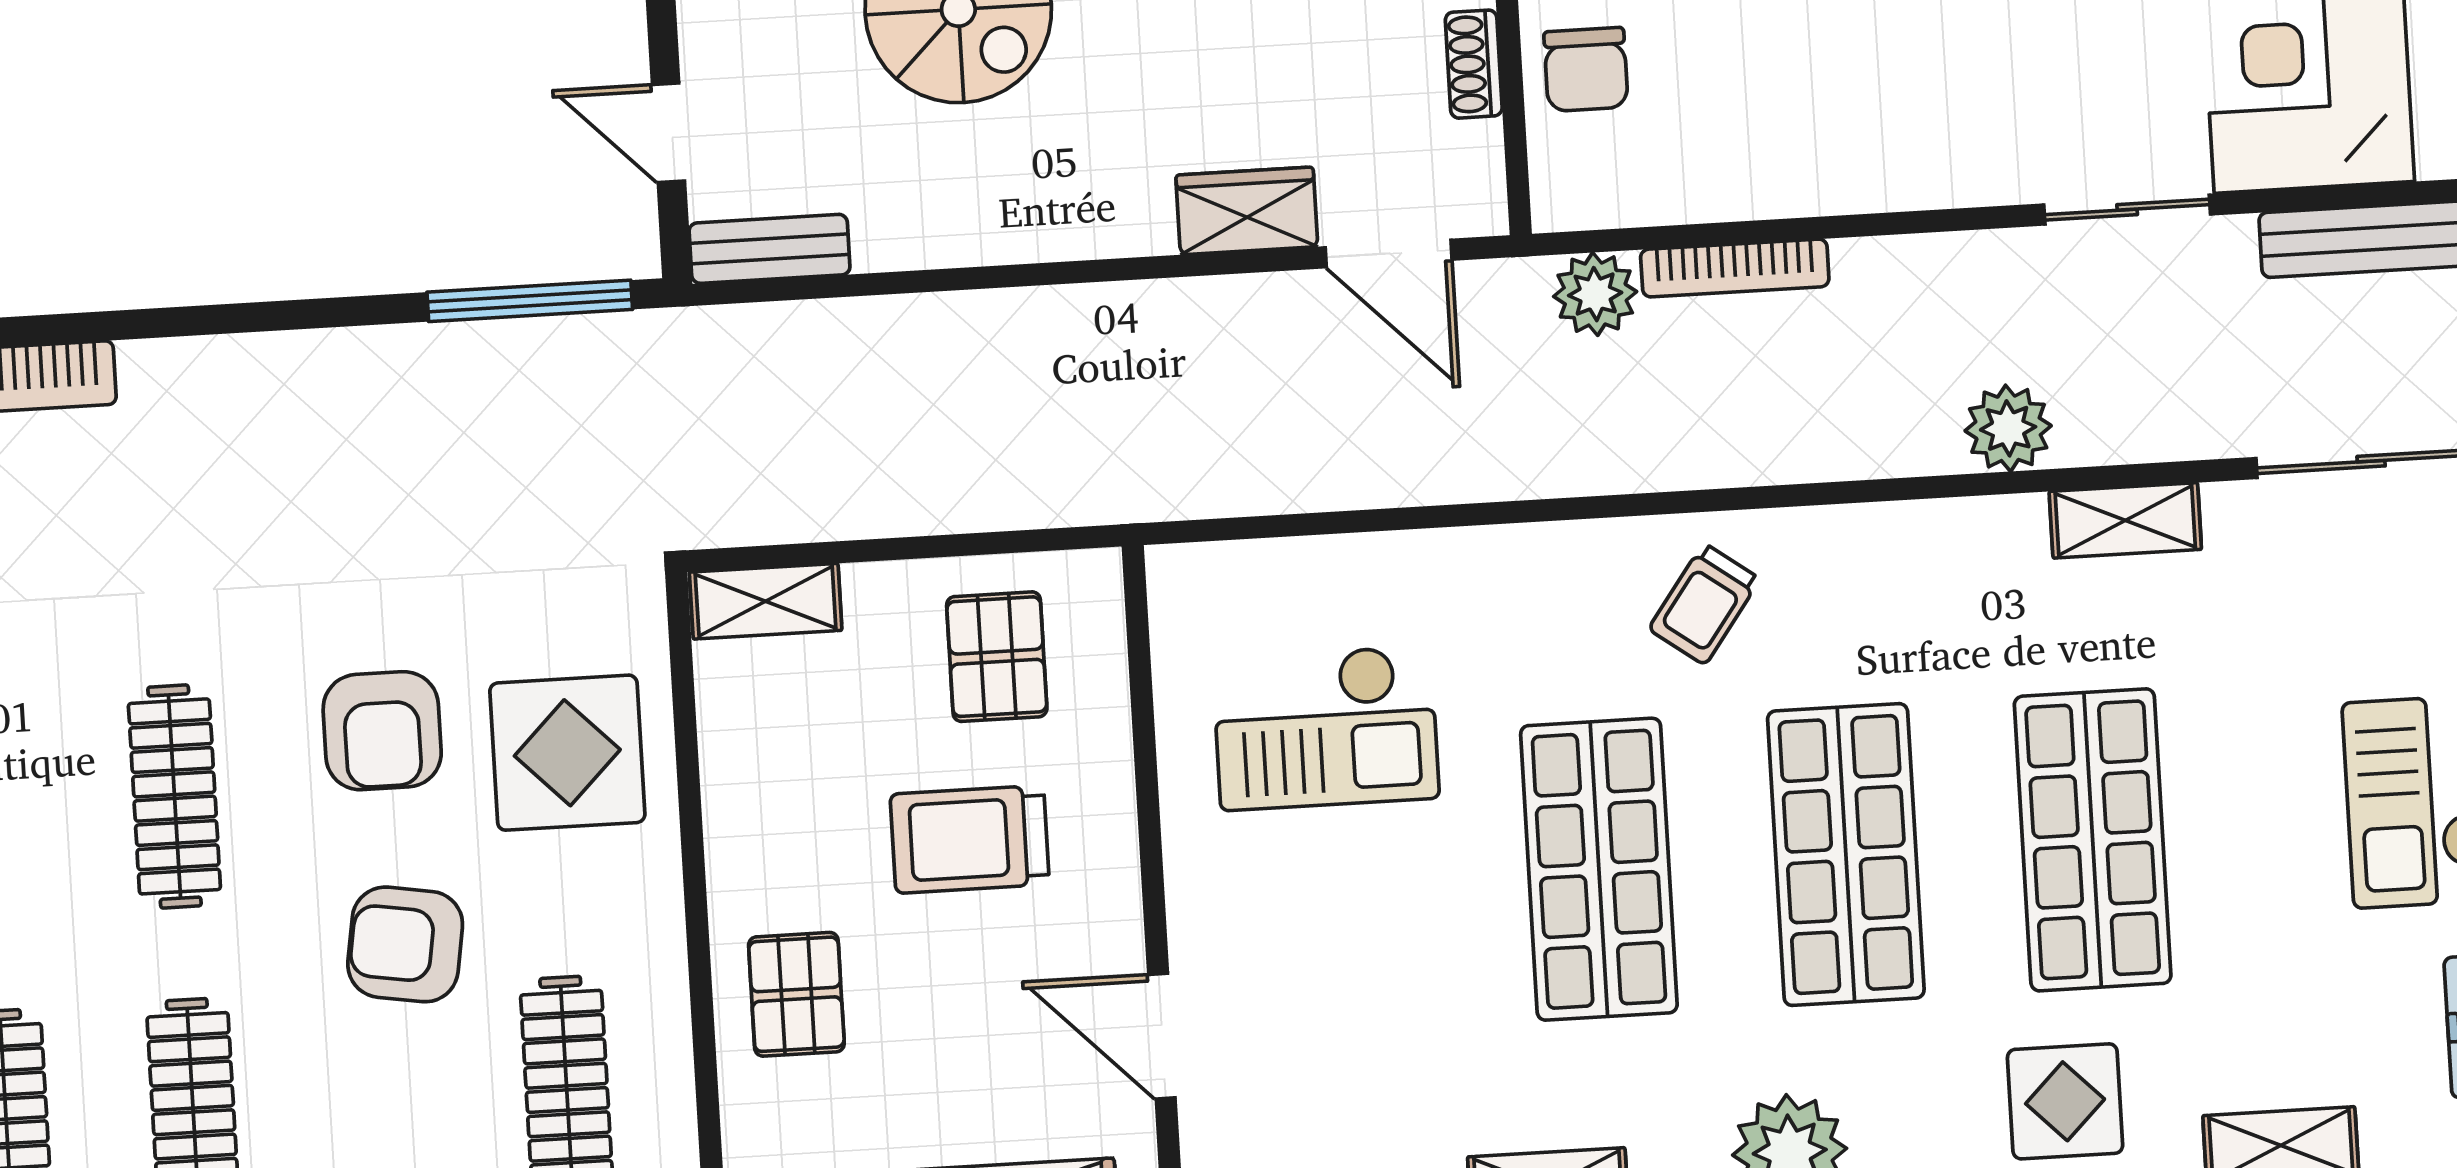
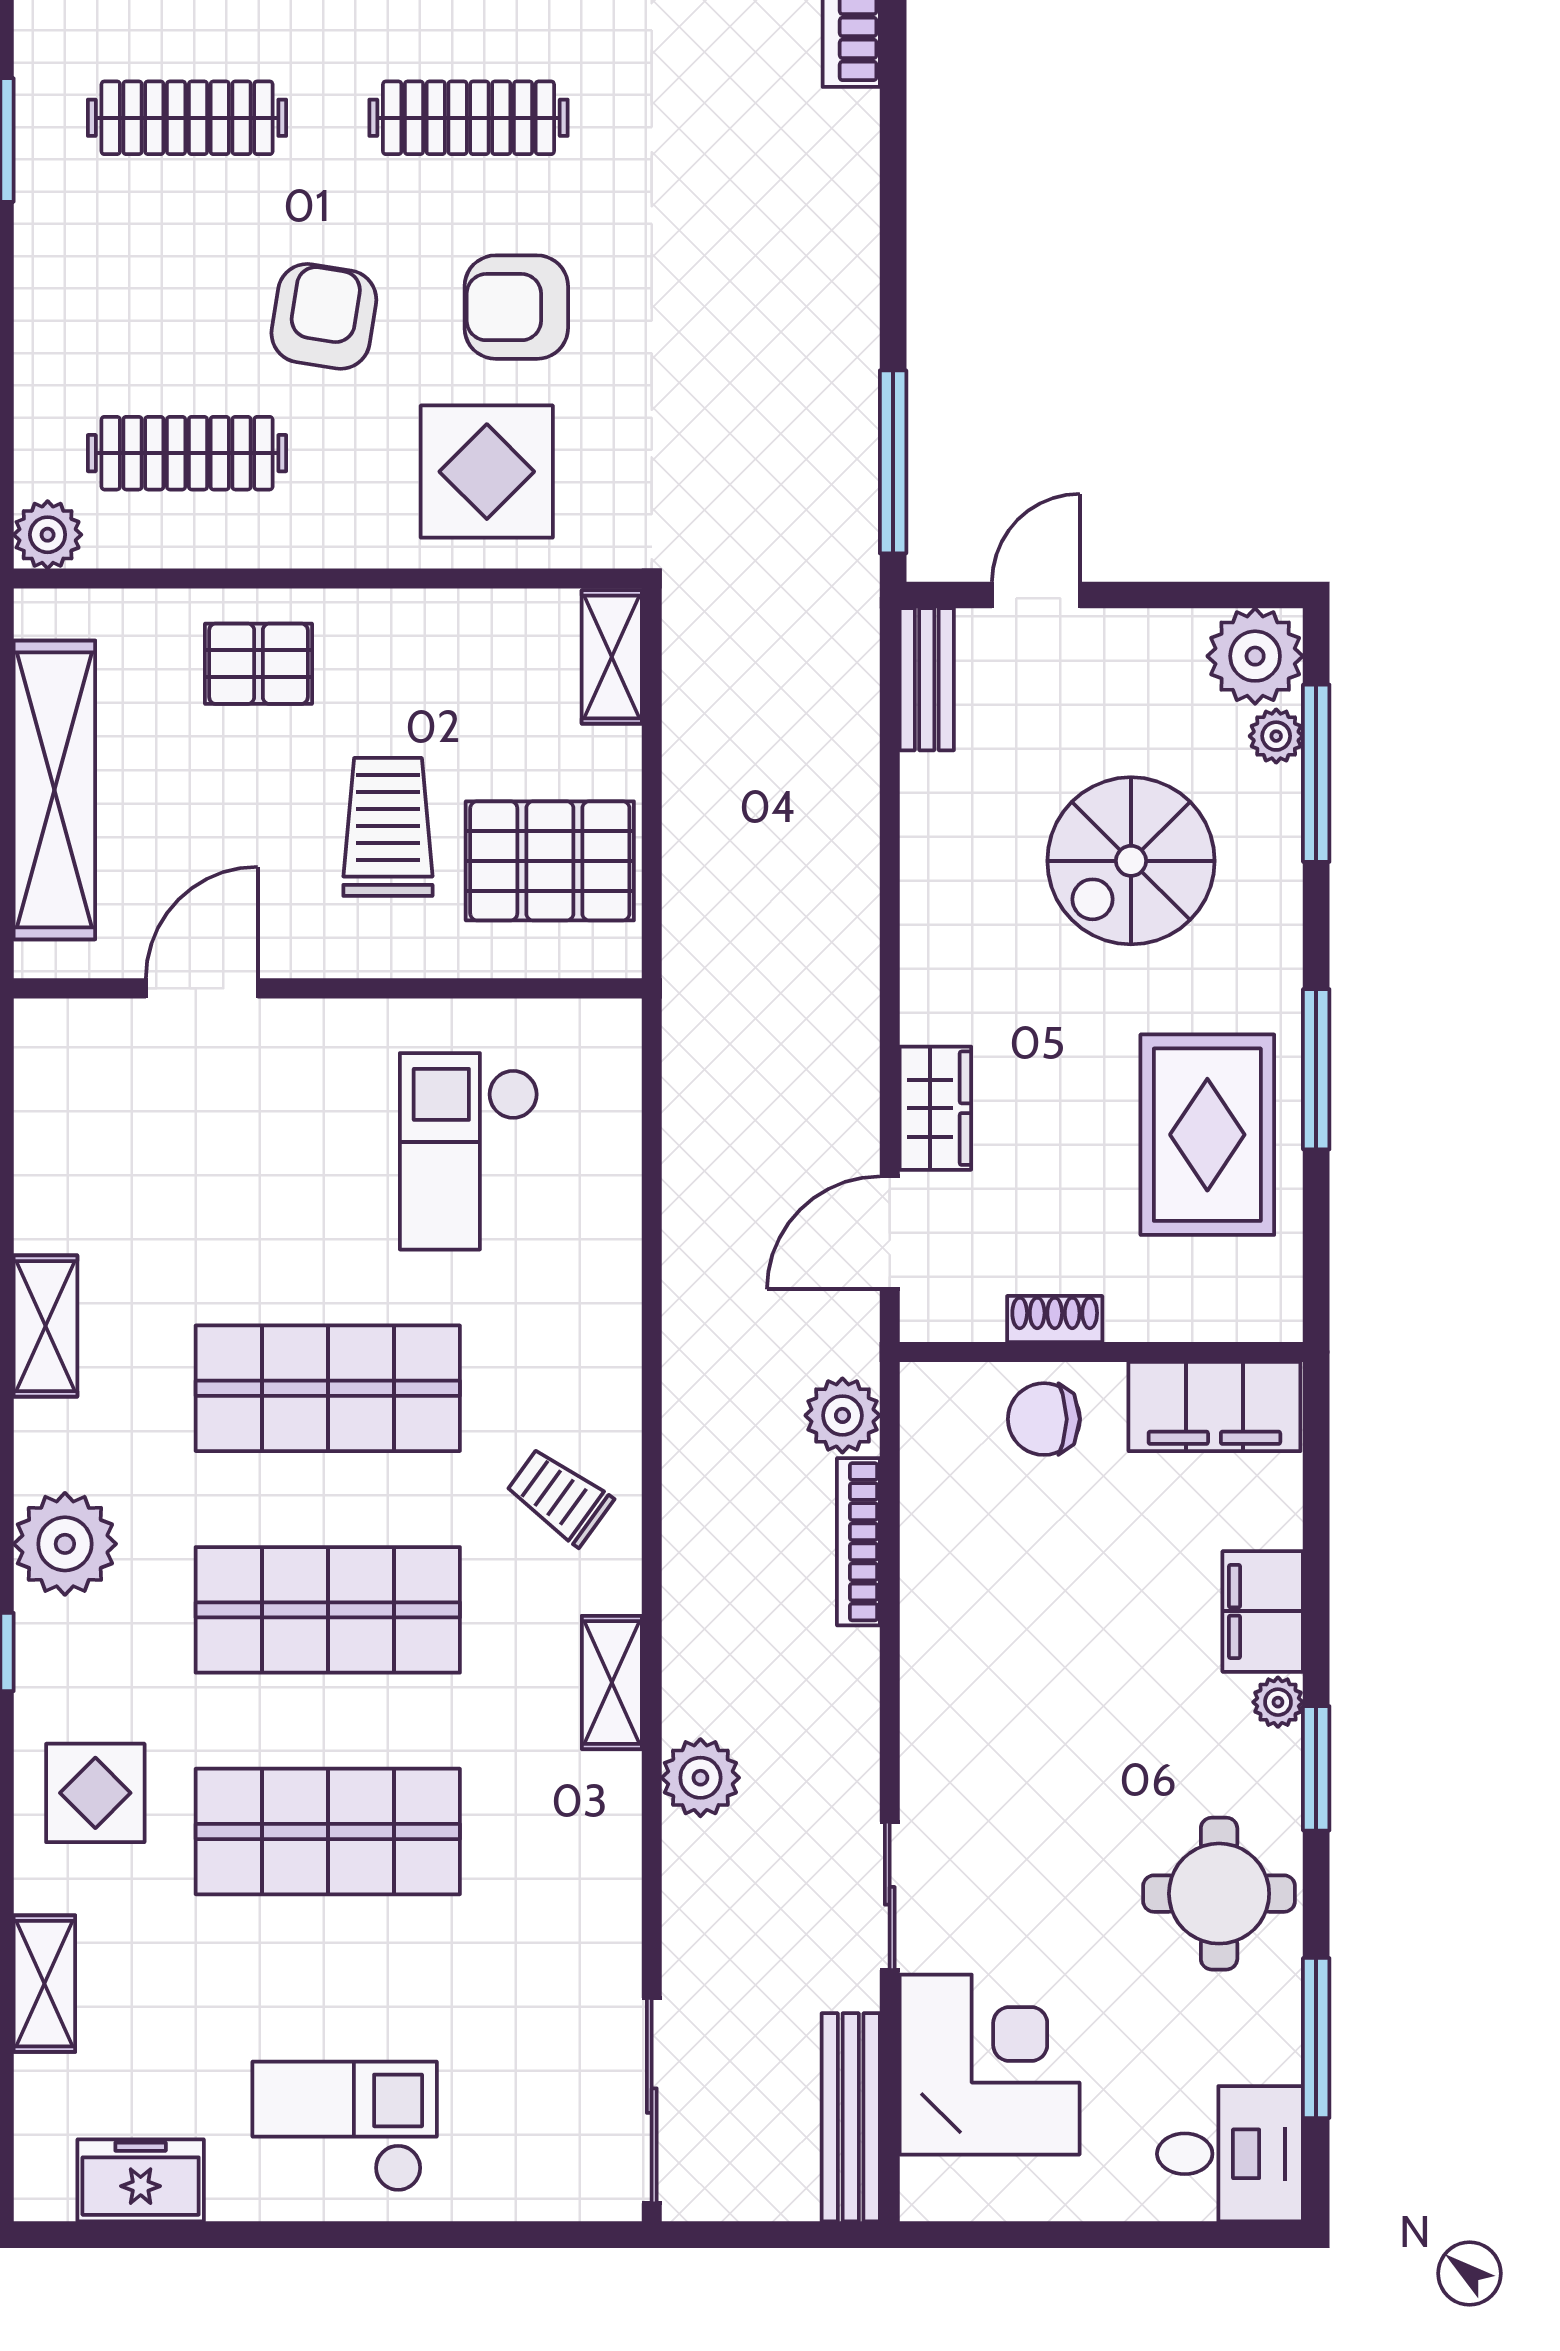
shelving: (2125, 520) -> (612, 1682), moved
pallet: (997, 657) -> (550, 861), width x1.50, depth x1.42

